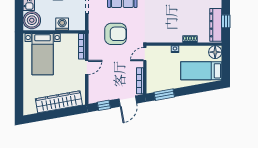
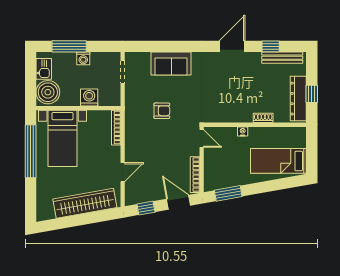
armchair: (116, 34) -> (162, 111), width x0.53, depth x0.53
floor lamp: (215, 52) -> (297, 136), removed
door: (145, 54) -> (202, 139), swing flipped
window: (19, 64) -> (31, 151), added
door: (87, 67) -> (123, 172), moved
door: (128, 101) -> (178, 202), swing flipped

